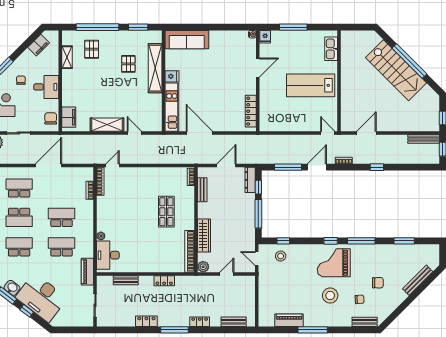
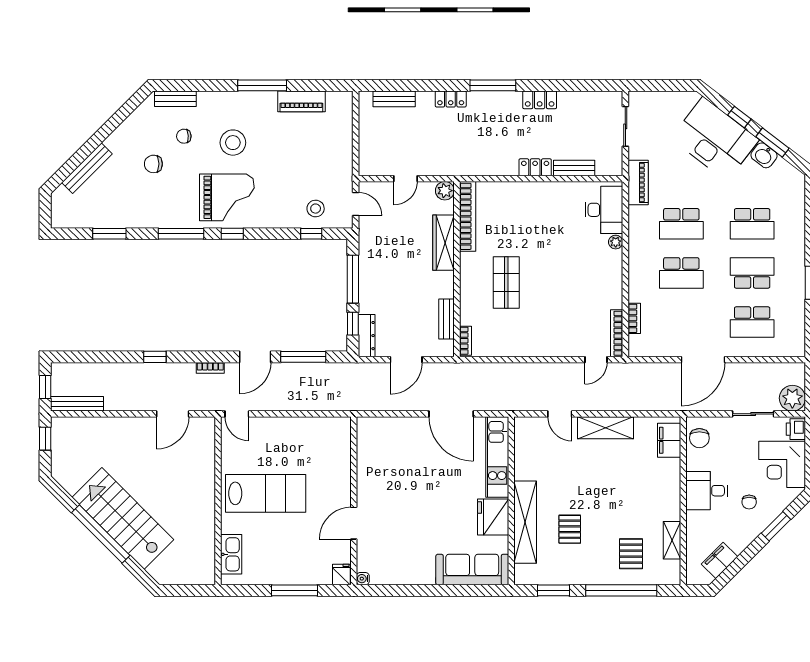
fridge: (172, 76) -> (493, 517), width x1.88, depth x1.34
locker: (251, 111) -> (365, 450), removed
locker: (164, 281) -> (535, 167), moved

